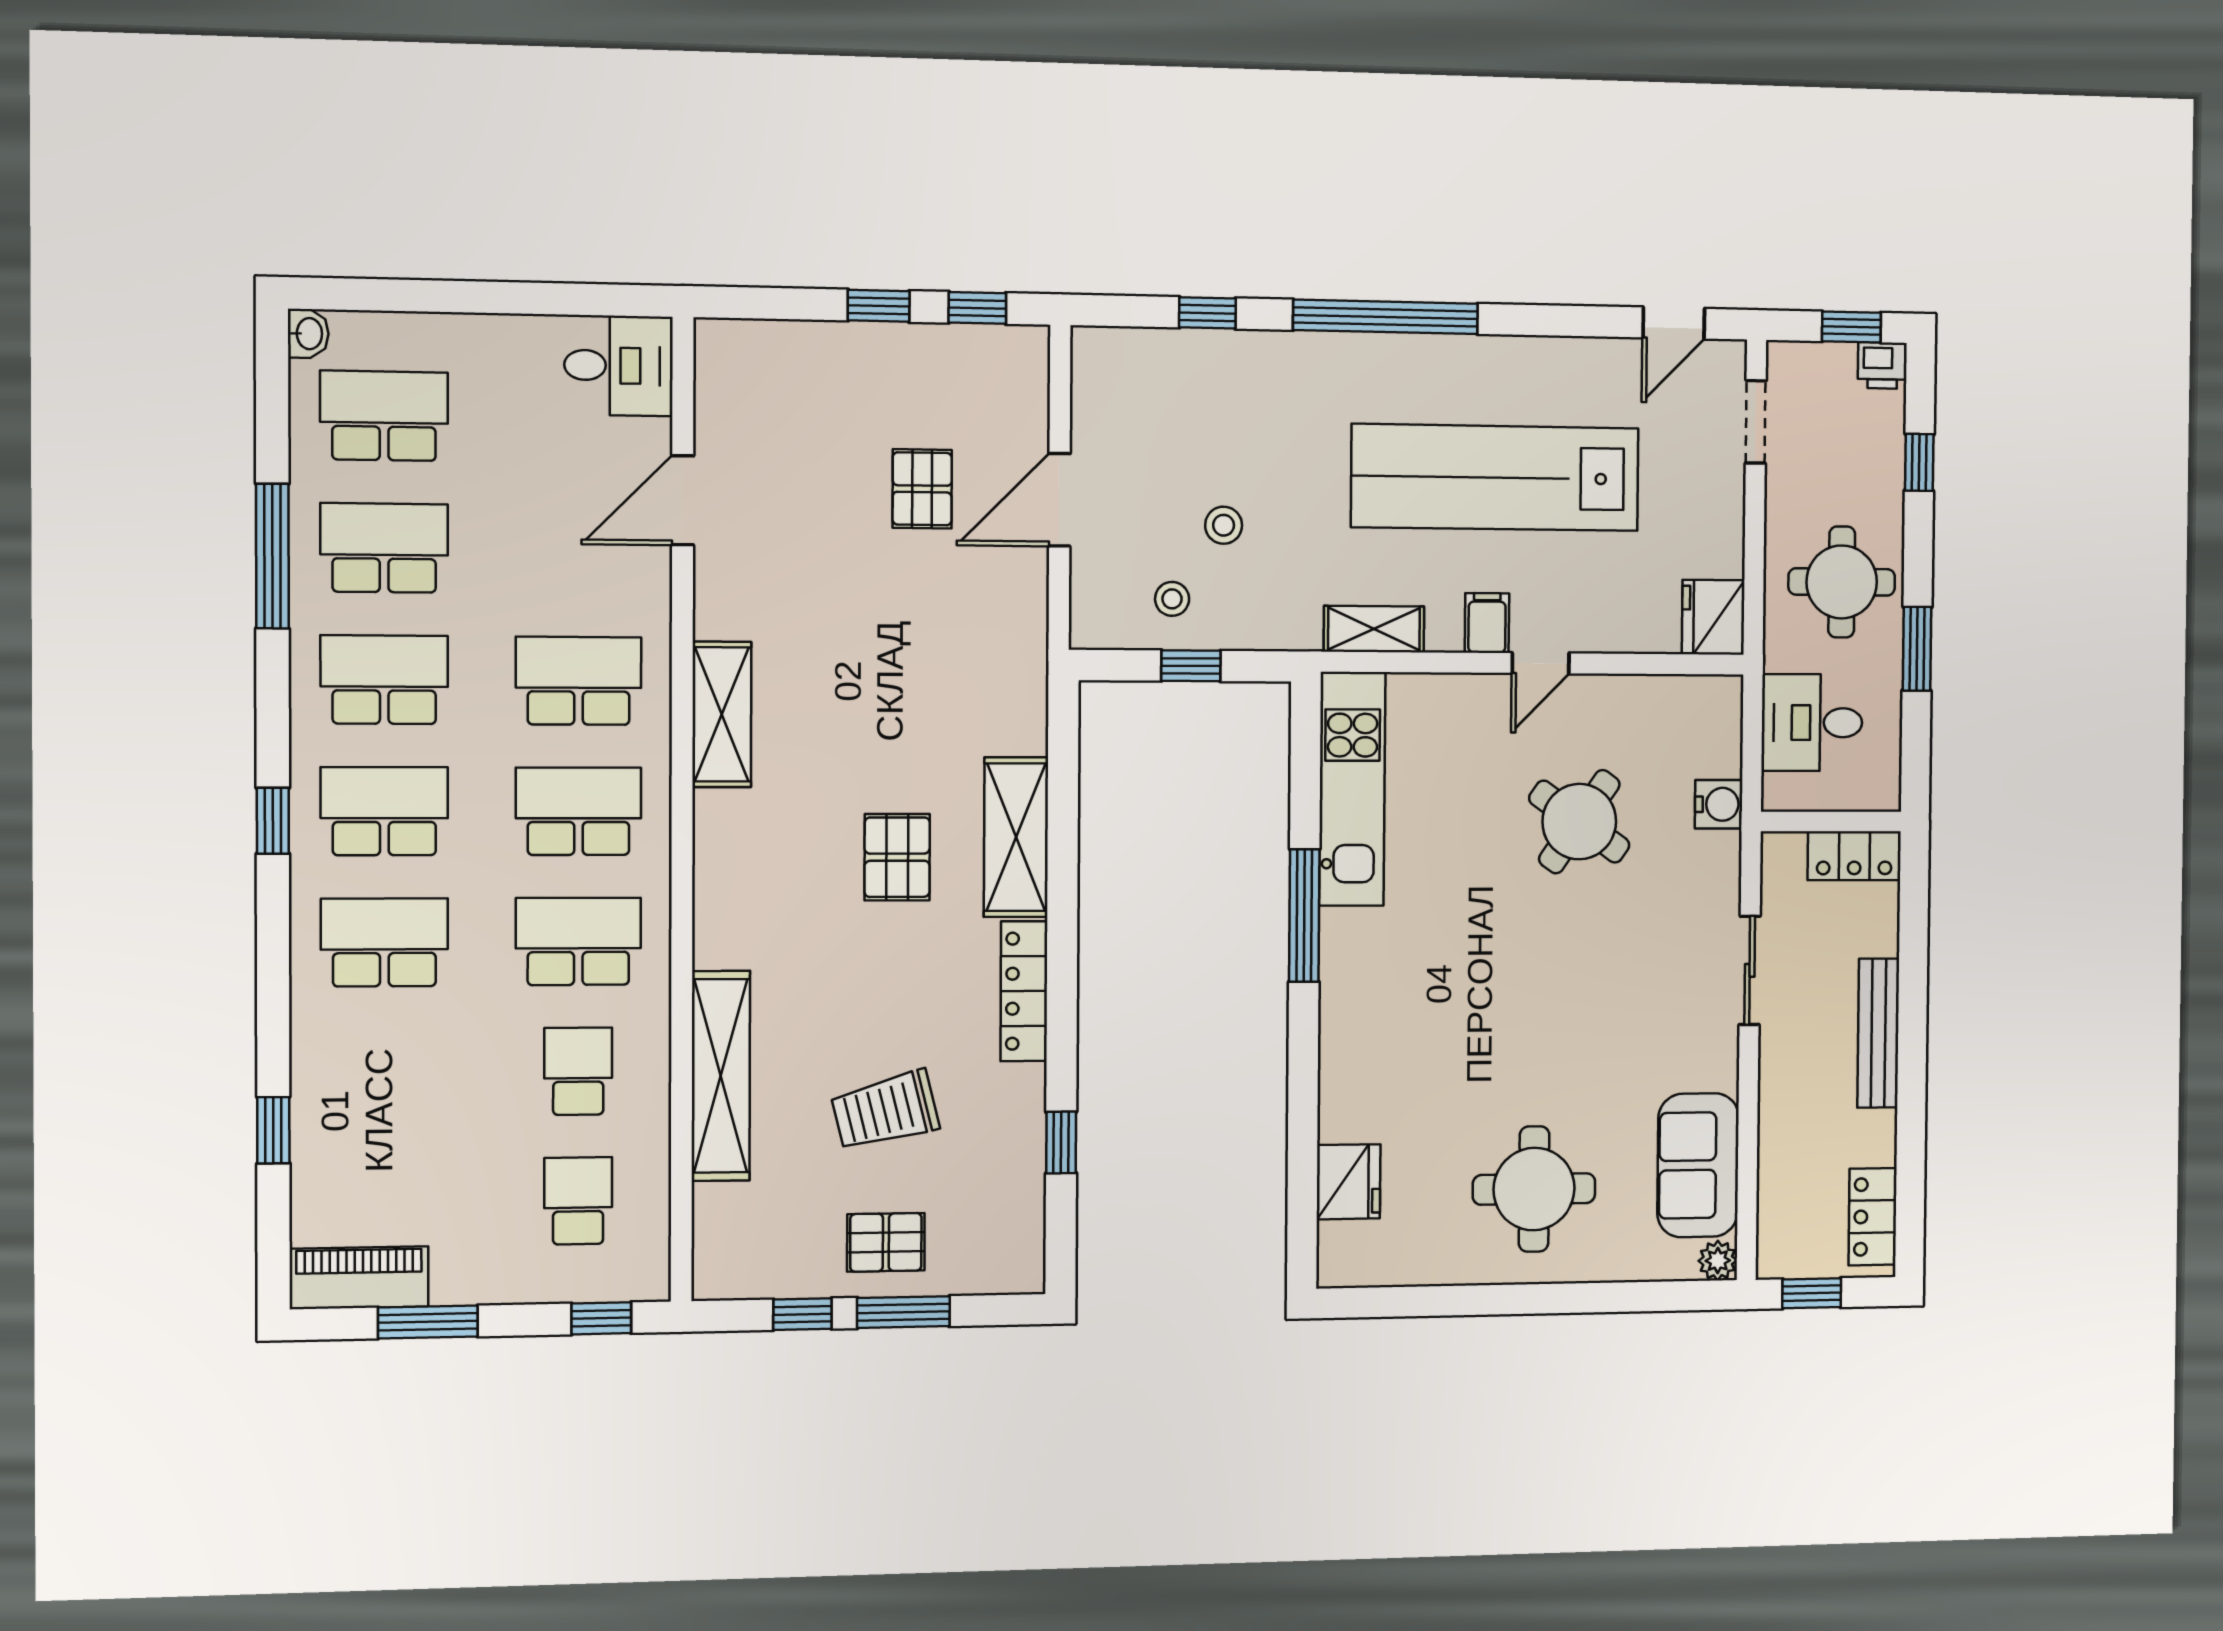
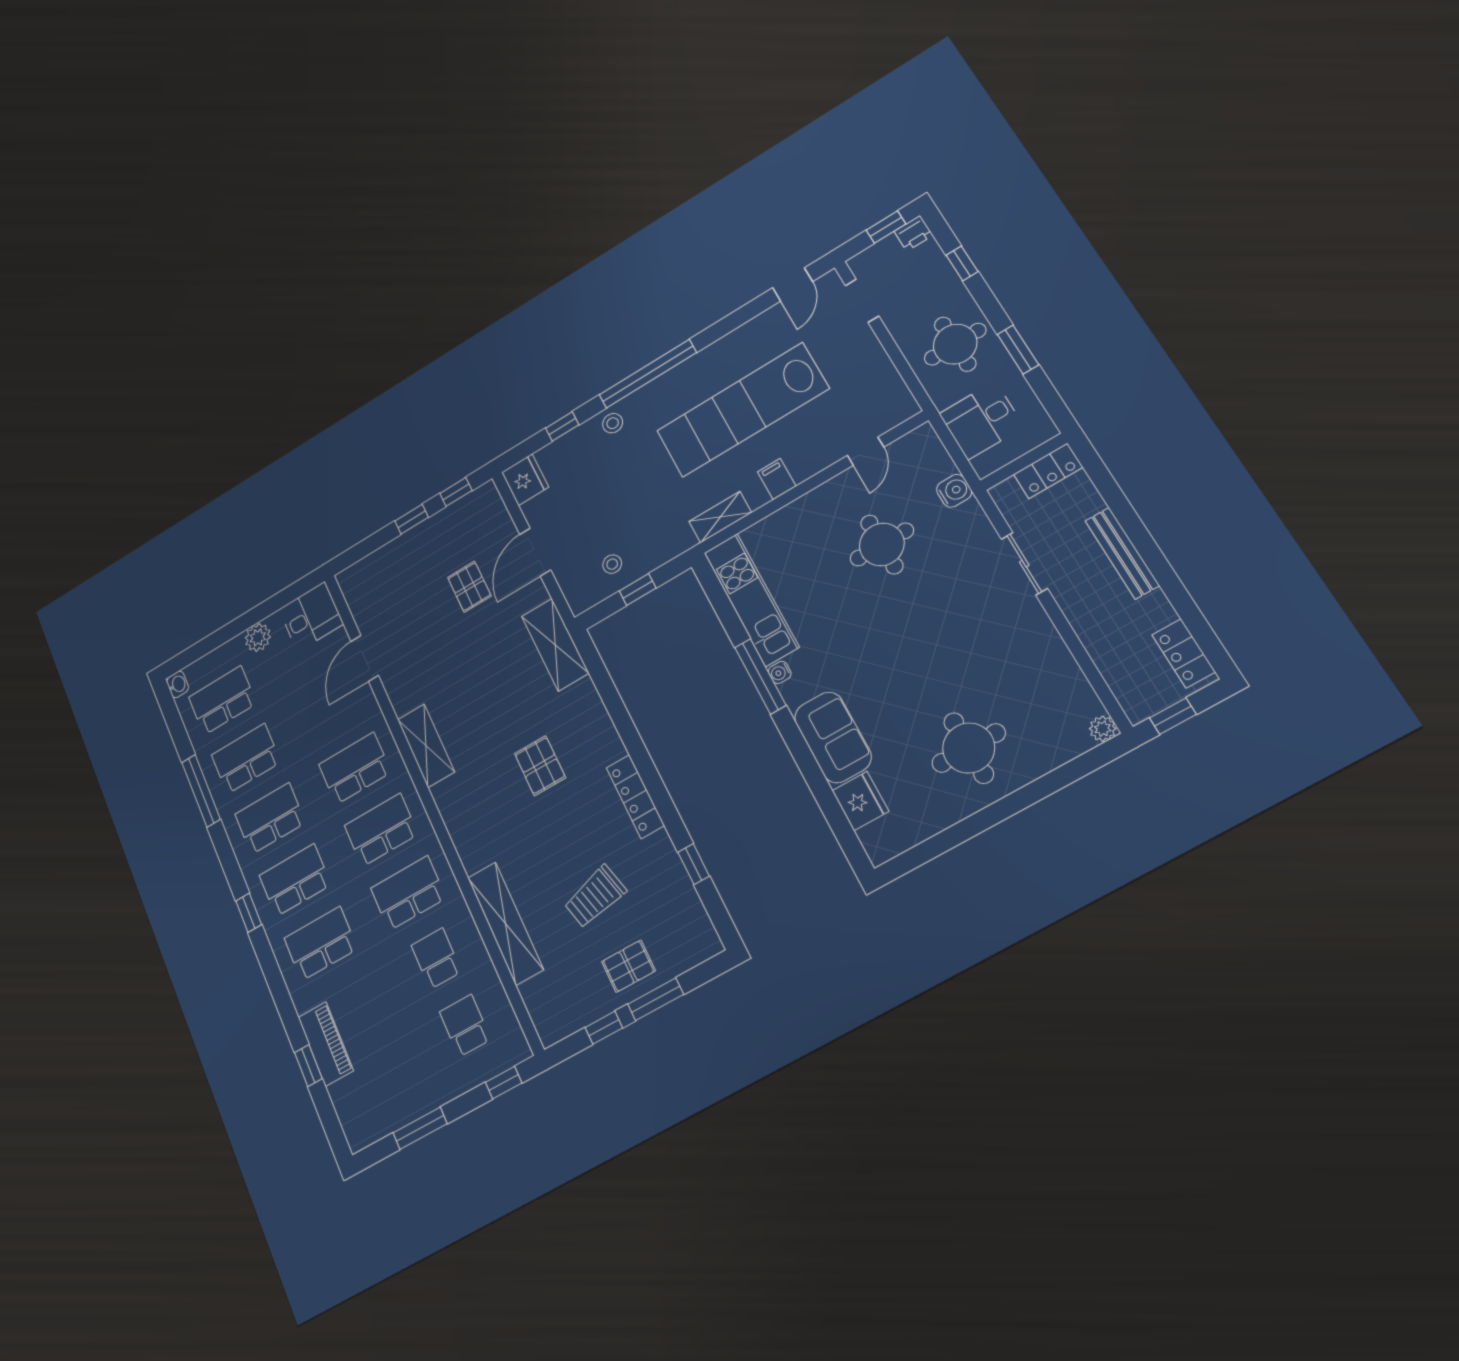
plant: (502, 341) -> (258, 637), added
stool: (1224, 525) -> (613, 423), moved
fridge: (1713, 617) -> (525, 480), moved, turned 180
door: (1541, 663) -> (866, 451), moved
round table: (1579, 822) -> (882, 544), turned -35
shelving: (1016, 837) -> (555, 645), moved
water cooler: (1335, 926) -> (780, 672), added
sofa: (1698, 1165) -> (833, 737), moved, turned 180
piano: (359, 1278) -> (326, 1044), moved, turned 90

